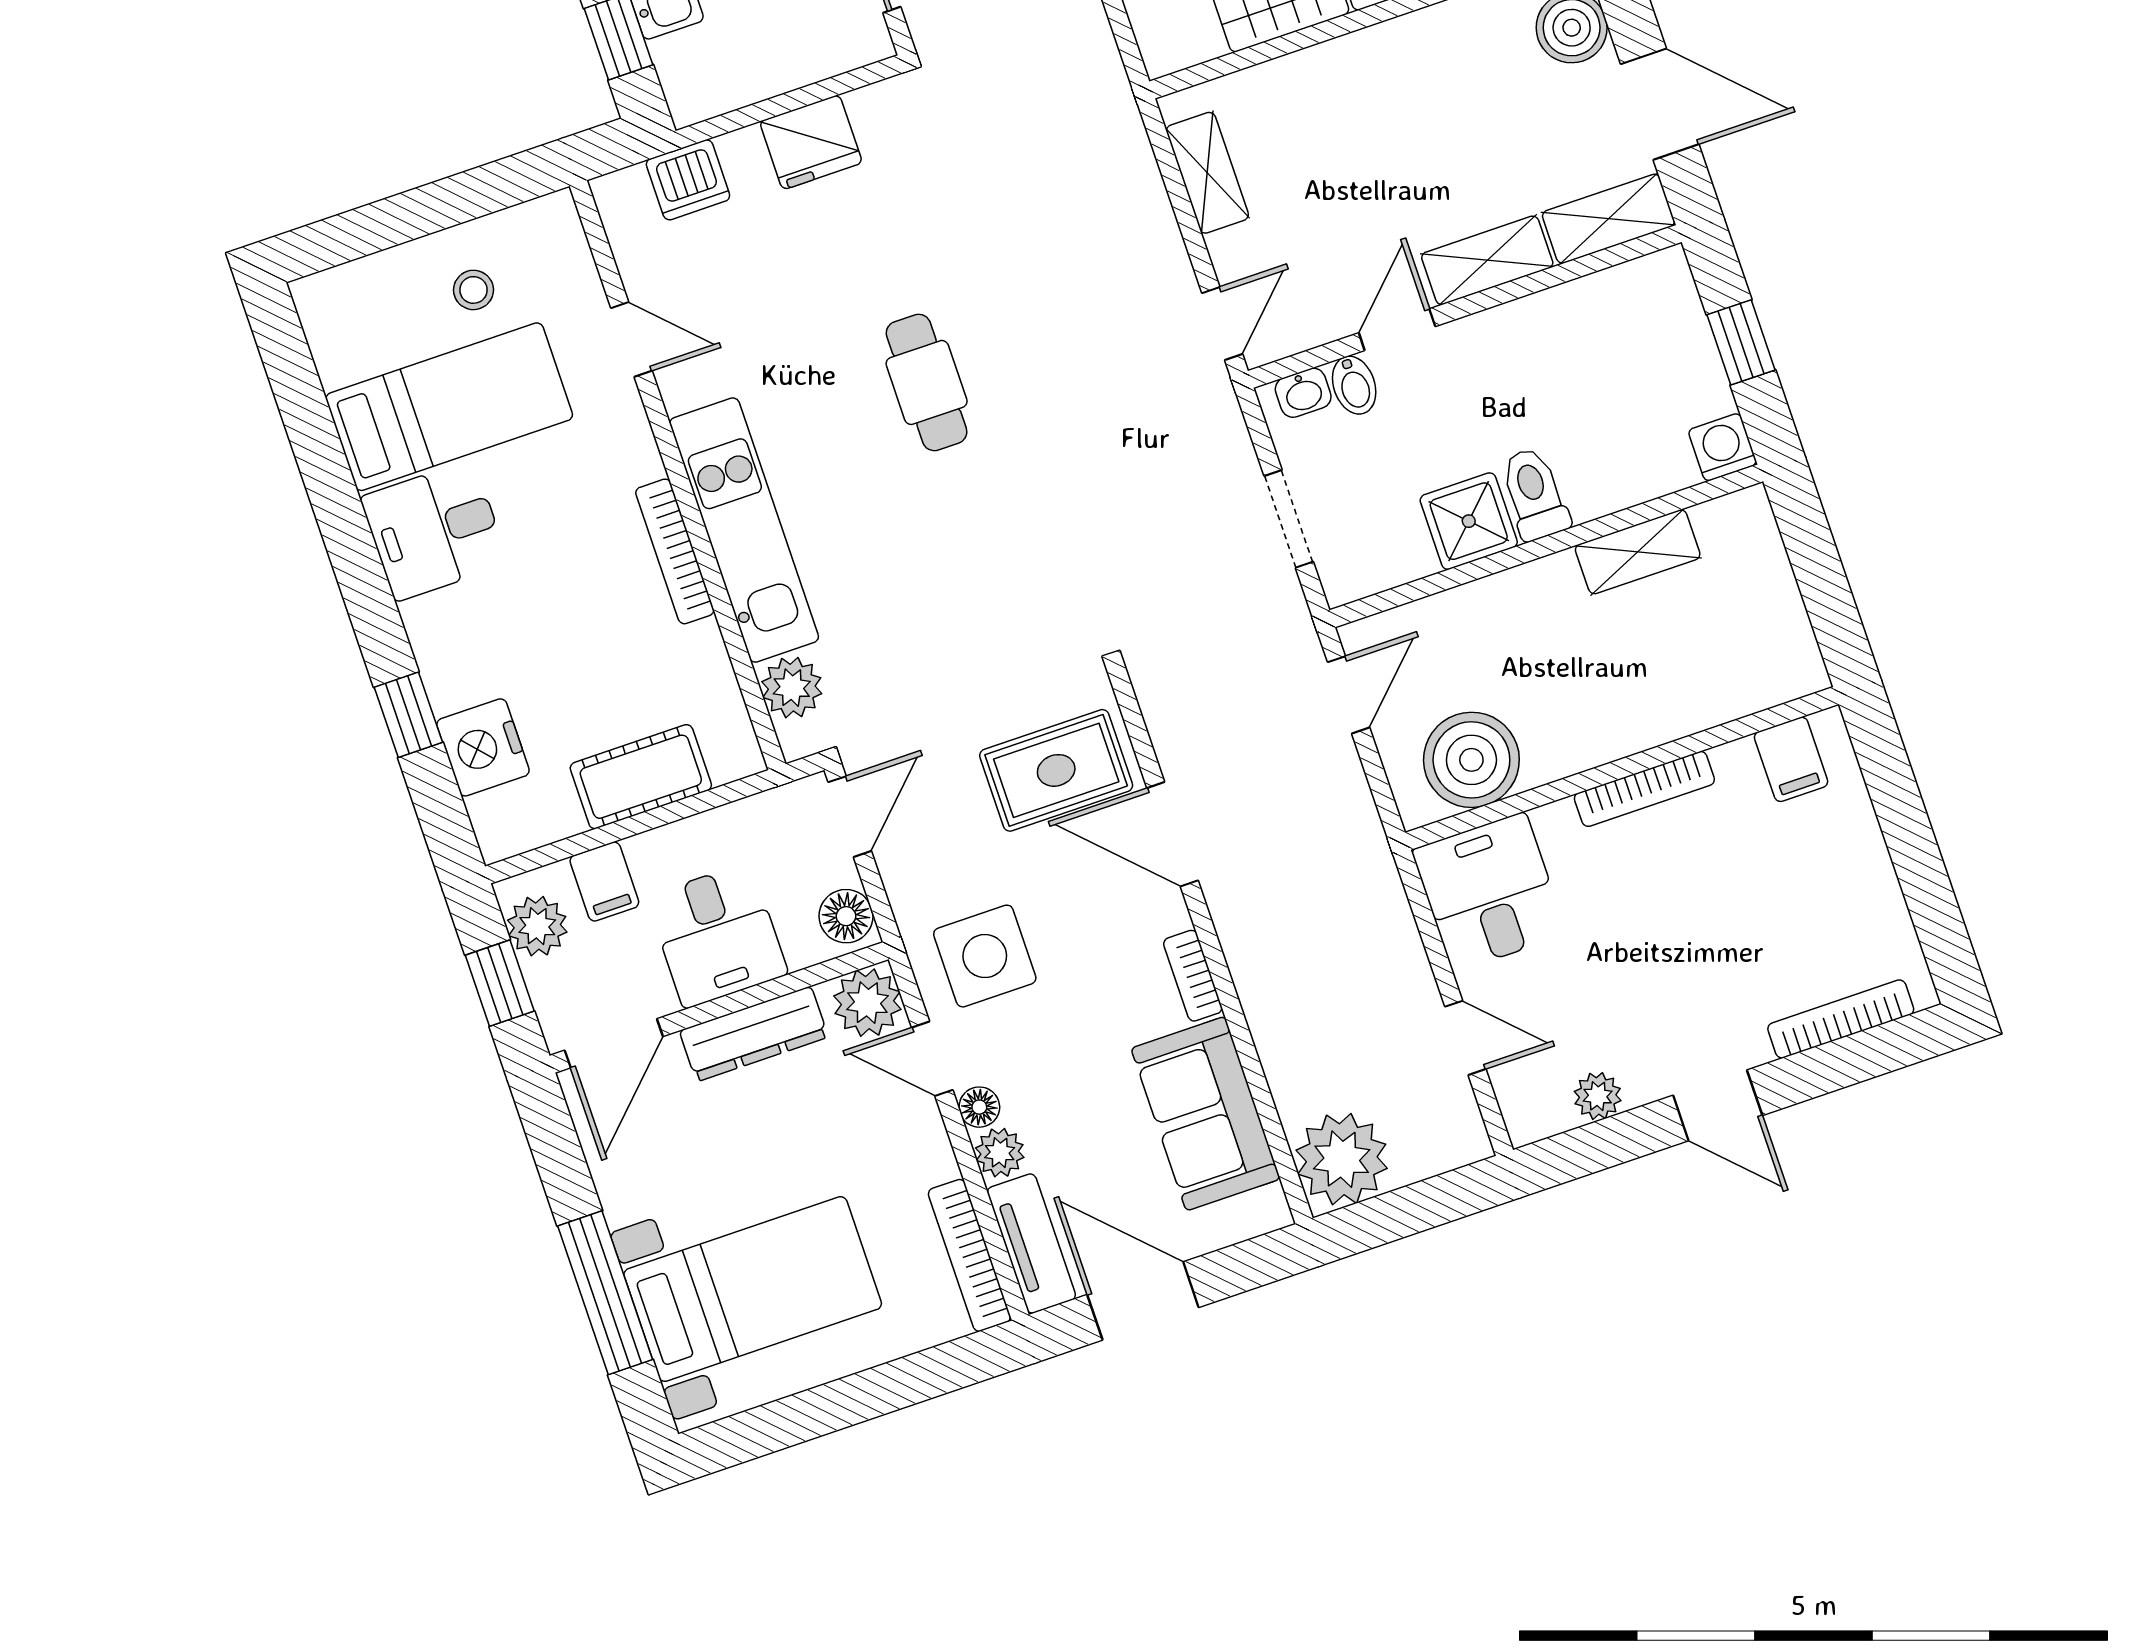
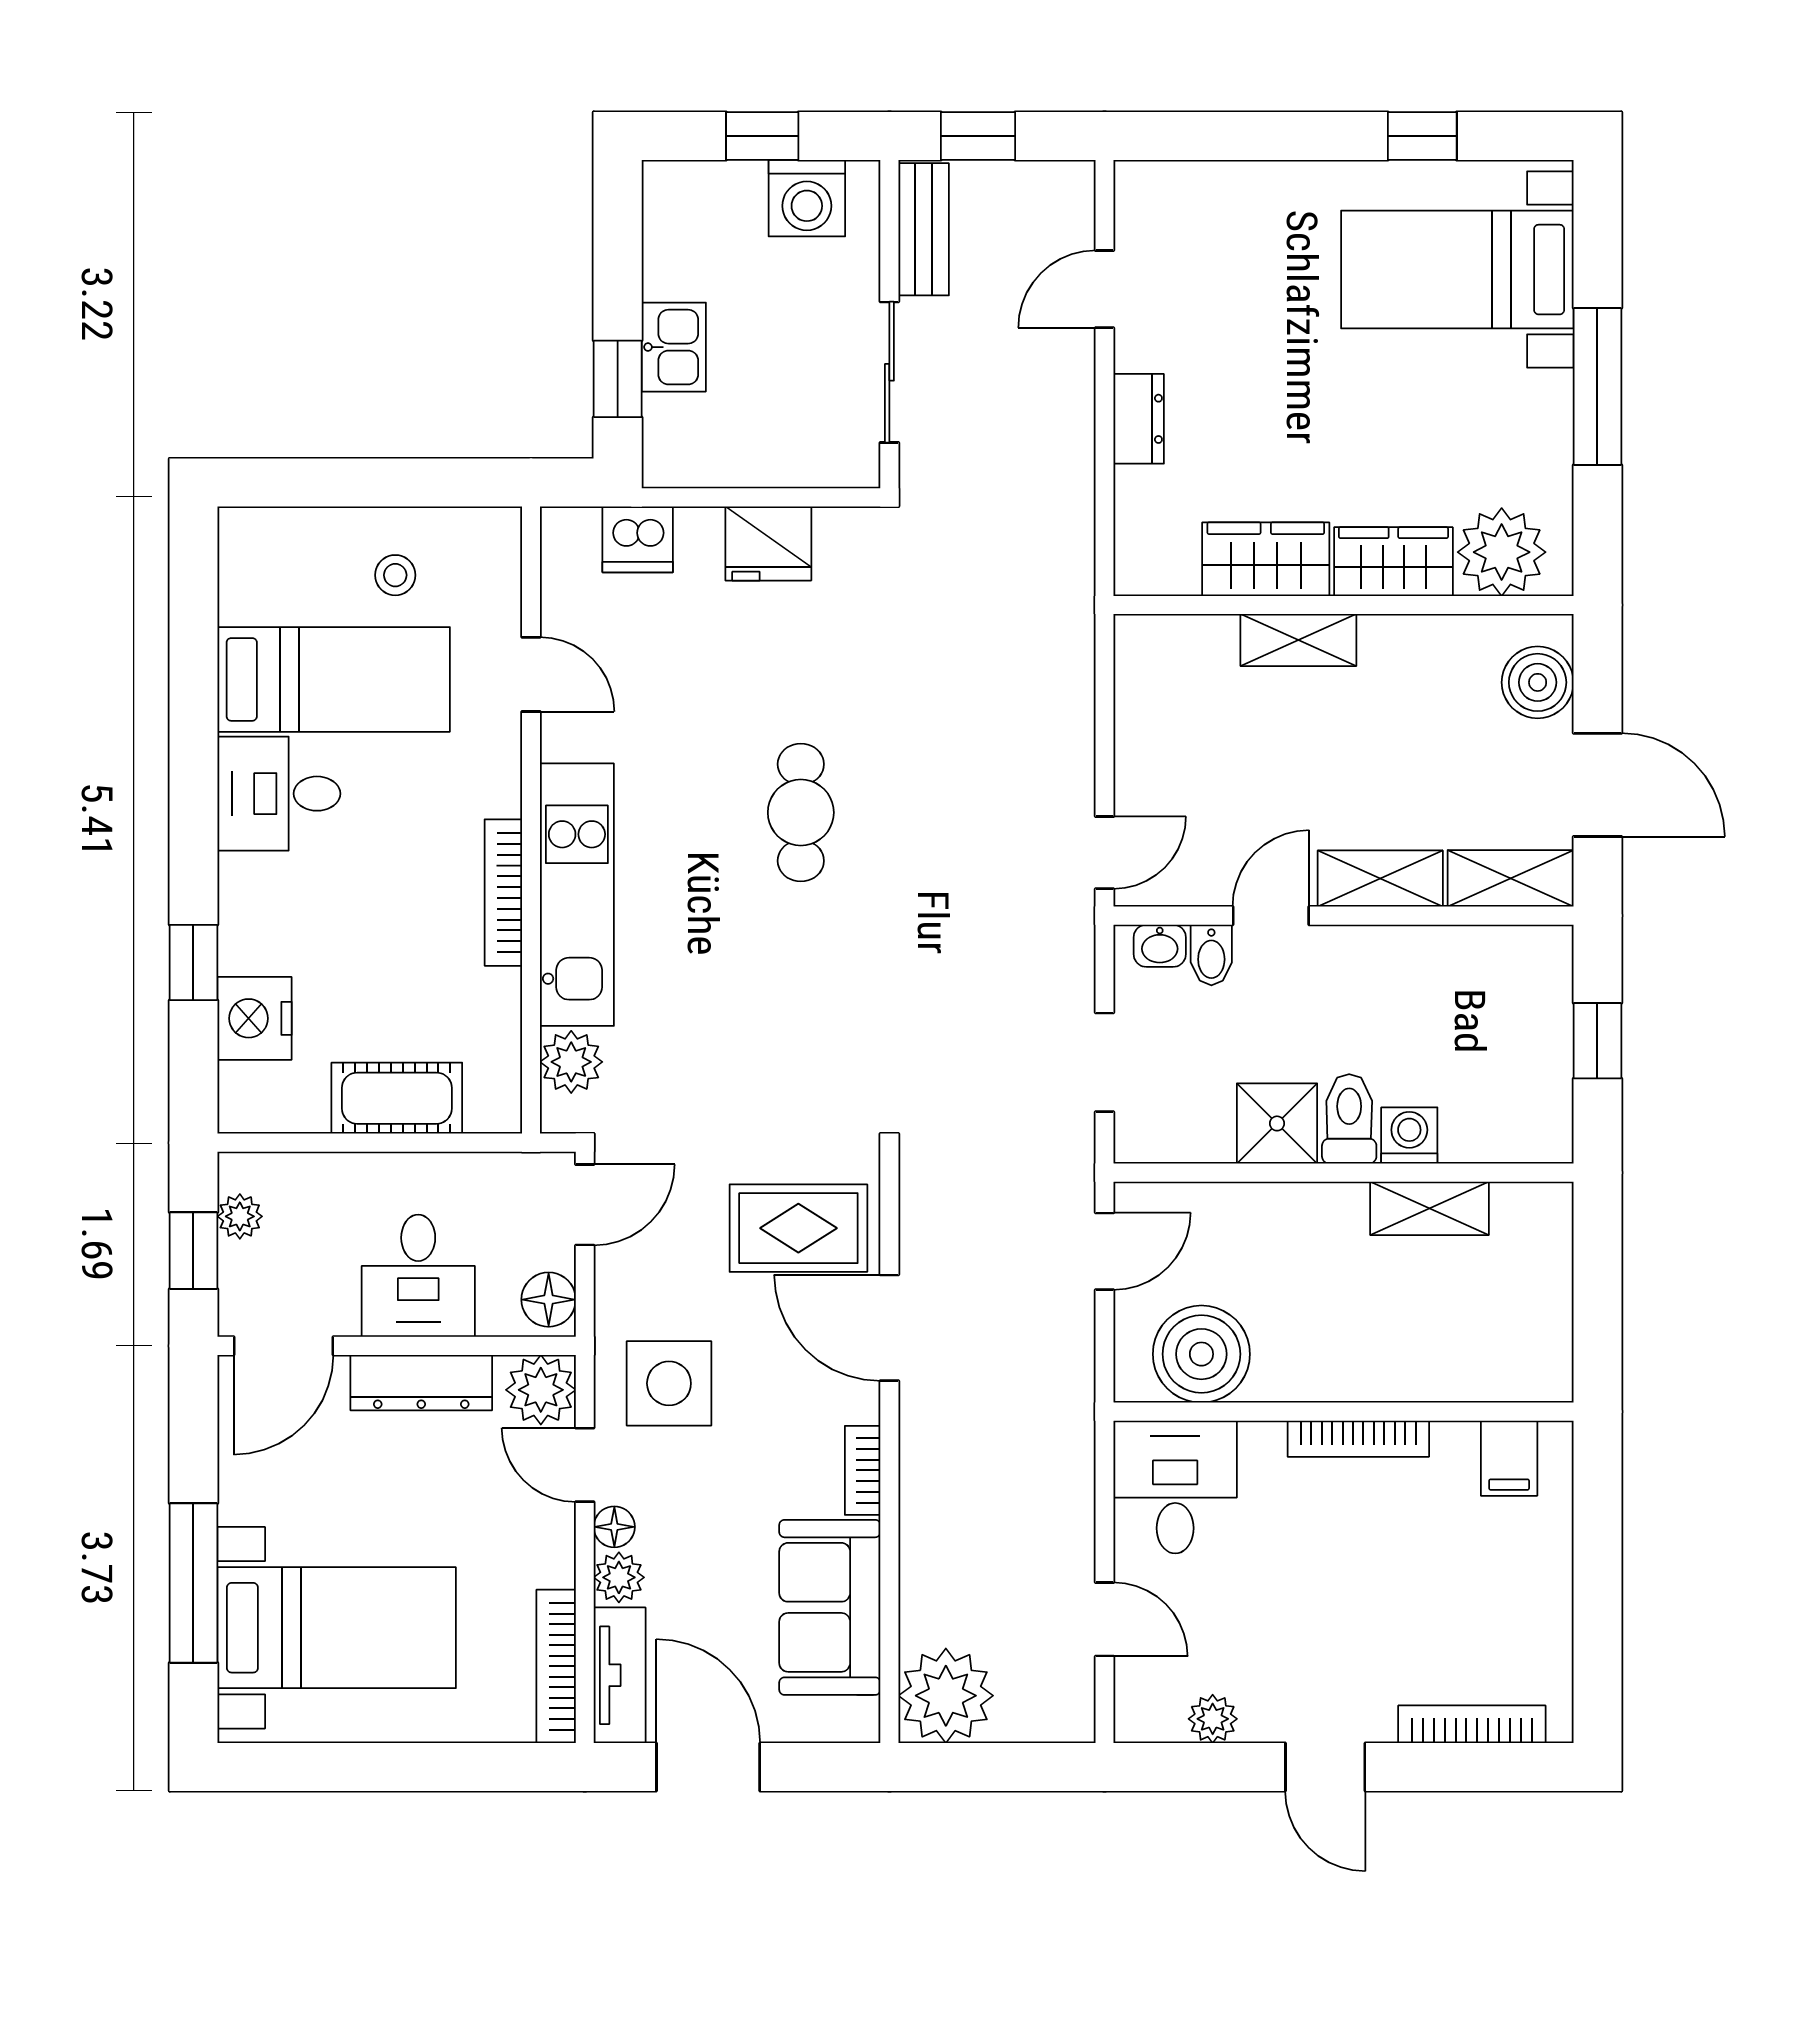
shelving: (1207, 173) -> (1298, 640), moved, turned 90
washing machine: (1723, 447) -> (1409, 1135), moved
filing cabinet: (604, 881) -> (327, 1187), removed
plant: (537, 926) -> (240, 1216), width x0.73, depth x0.73

